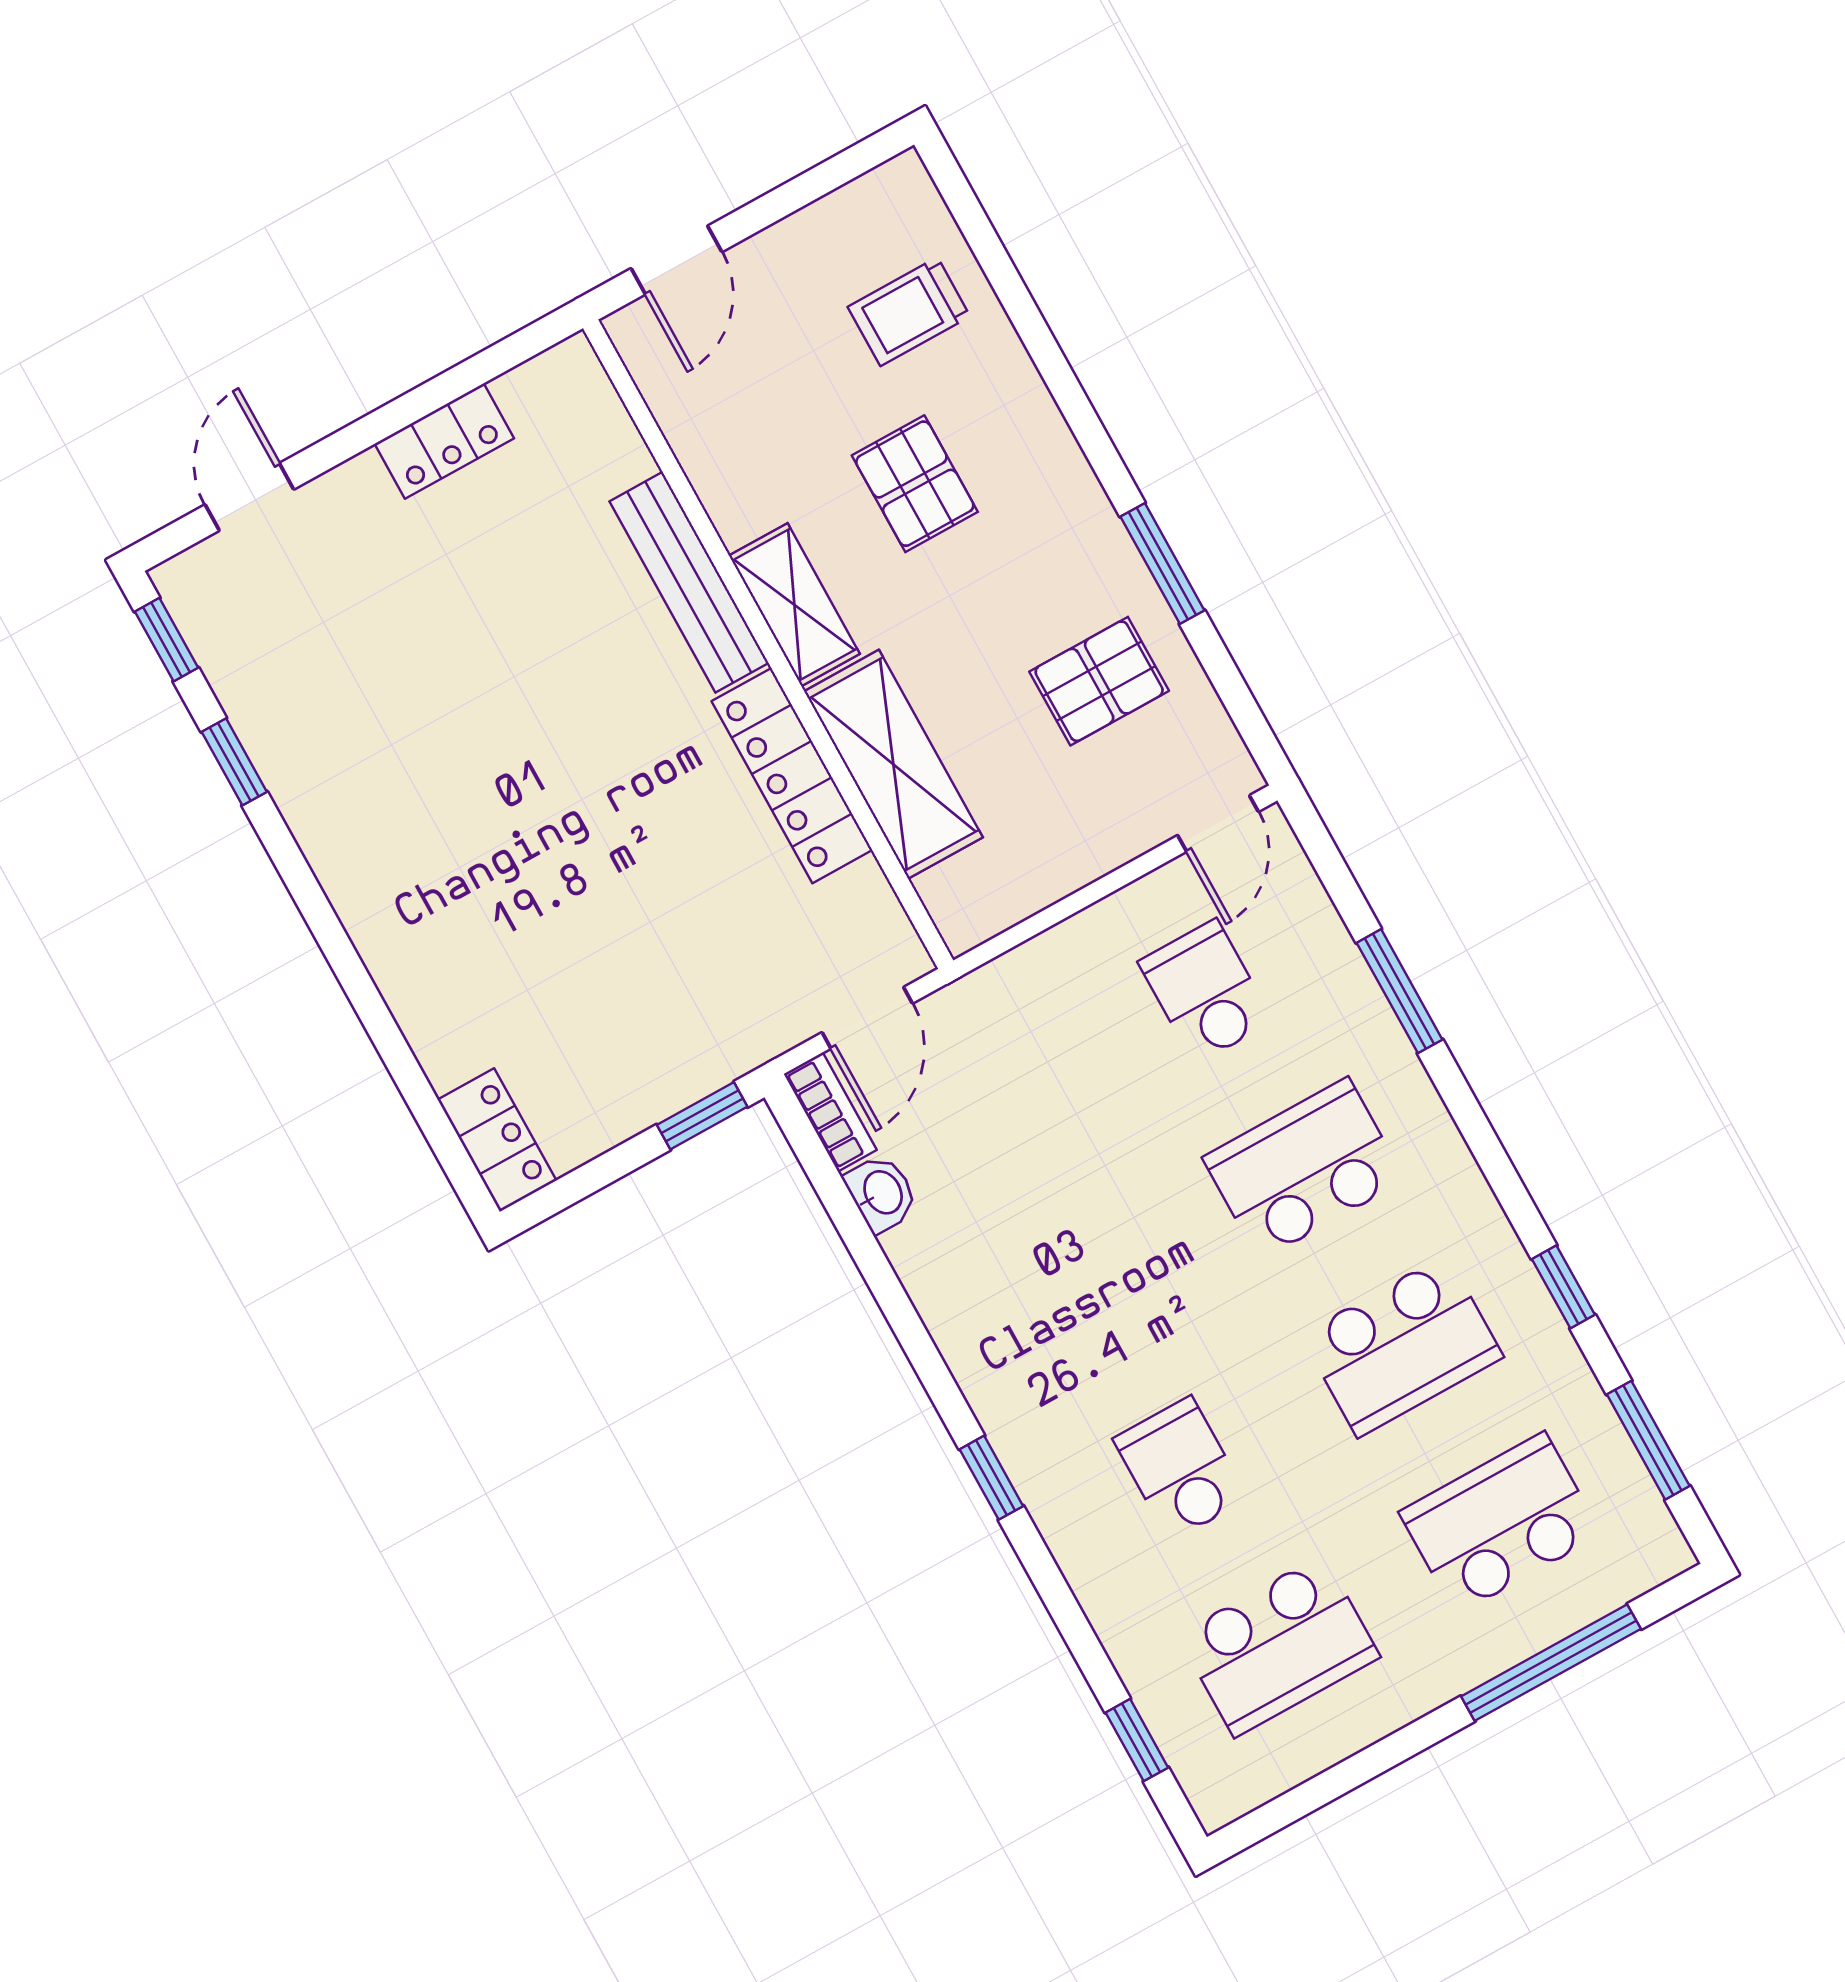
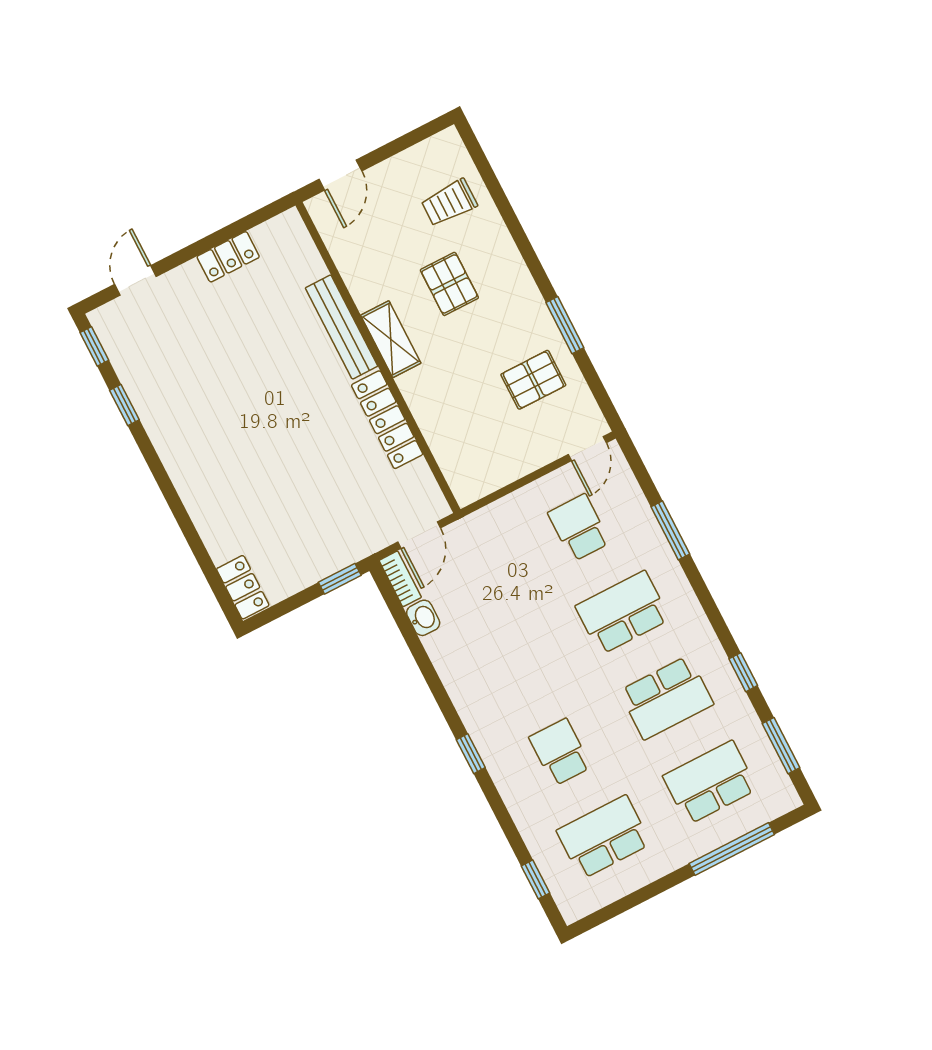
shelving: (893, 764) -> (435, 416), removed
school desk: (1279, 1646) -> (604, 837), turned 180

